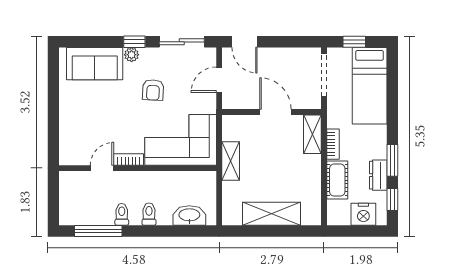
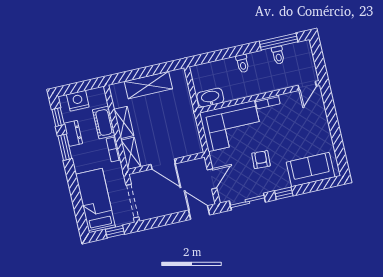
plant: (132, 55) -> (284, 183), removed
shelving: (231, 161) -> (124, 122), moved
door: (102, 168) -> (307, 86), moved
toilet: (122, 214) -> (278, 55), moved
washbasin: (189, 215) -> (210, 98), moved, turned 180

